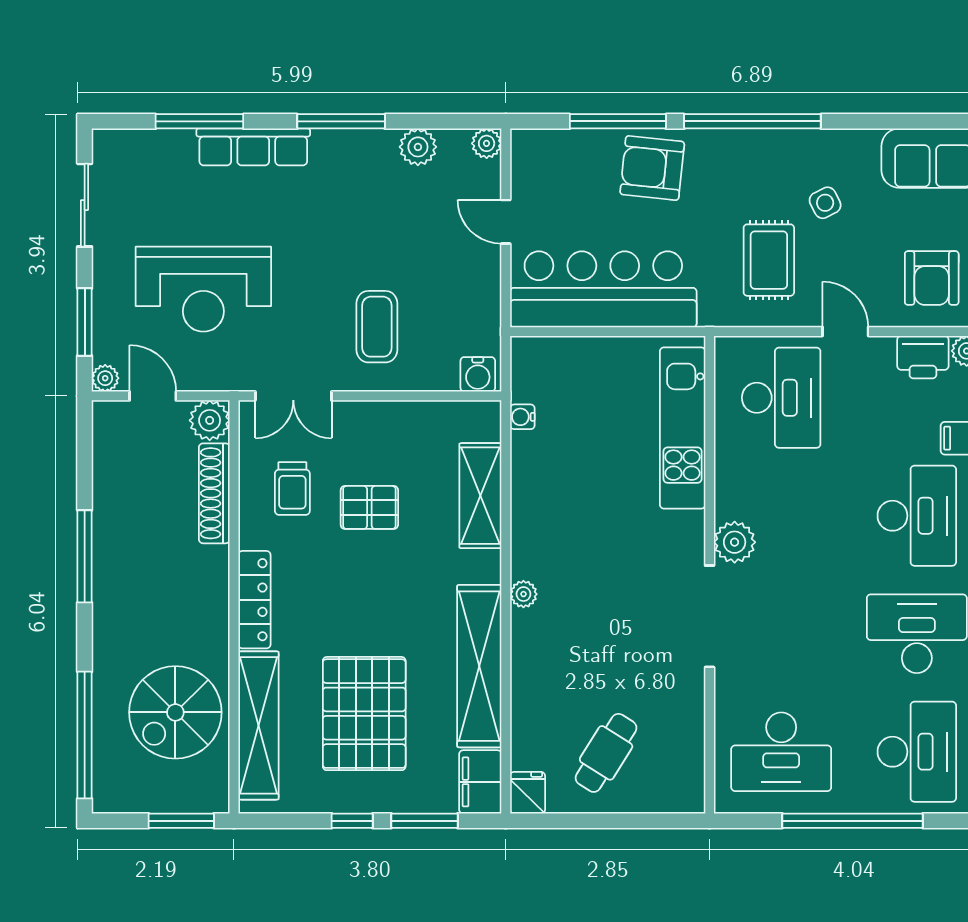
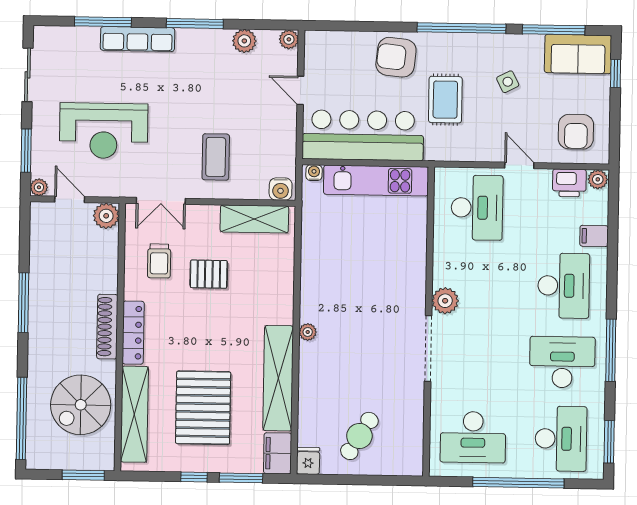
window: (618, 121) -> (554, 30), moved
rug: (769, 260) -> (445, 100), moved
water cooler: (522, 417) -> (314, 173), moved, turned 90
kitchen unit: (683, 428) -> (376, 180), moved, turned -90
shoe rack: (214, 493) -> (107, 327), moved
shelving: (480, 496) -> (254, 219), moved, turned 90

